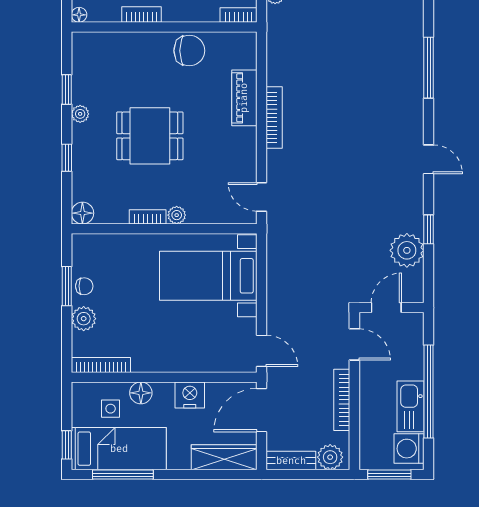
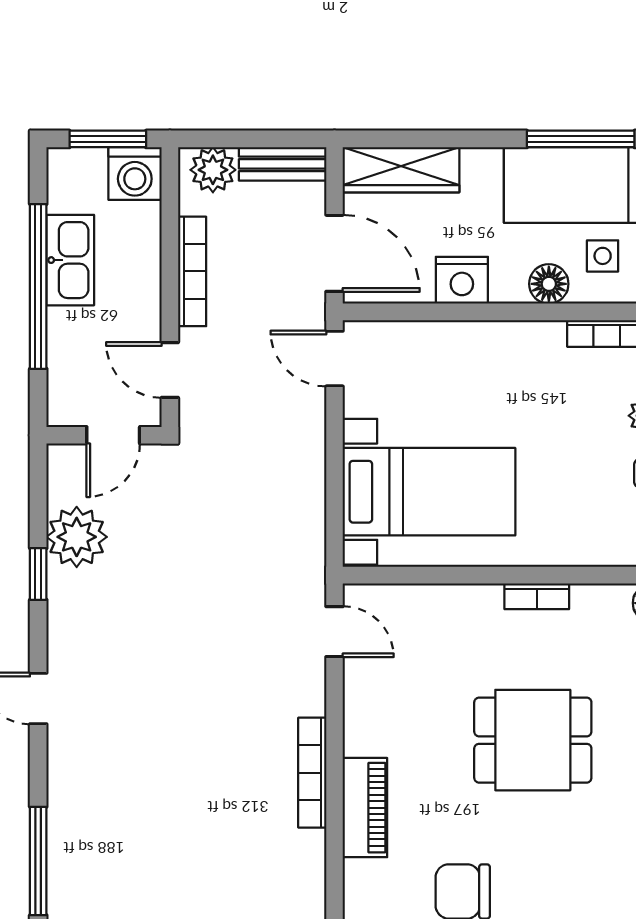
plant: (177, 215) -> (485, 599), removed
door: (262, 410) -> (334, 253), hinge flipped
washing machine: (409, 449) -> (135, 174), moved, turned 90

